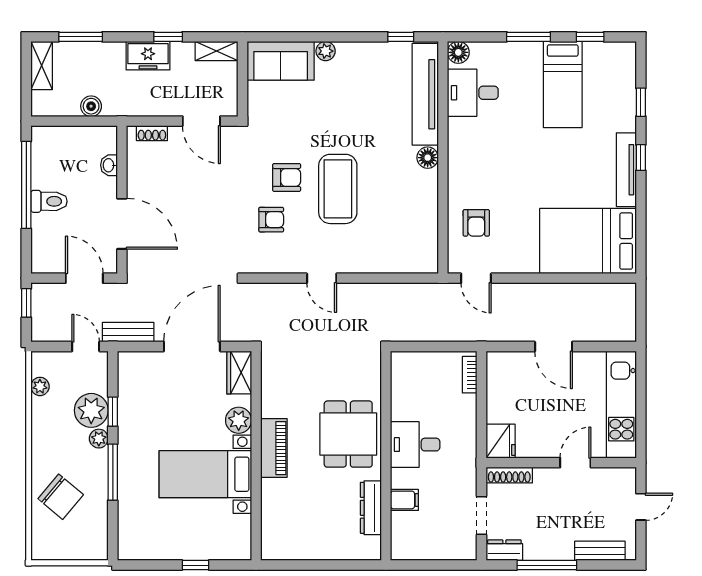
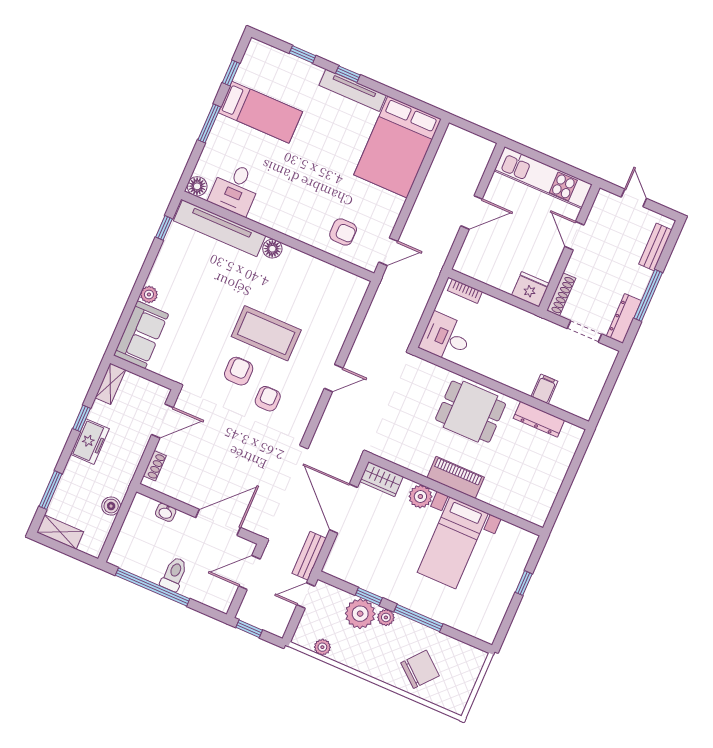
desk: (415, 445) -> (446, 338), moved, turned 90
dresser: (504, 550) -> (624, 318), width x1.44

